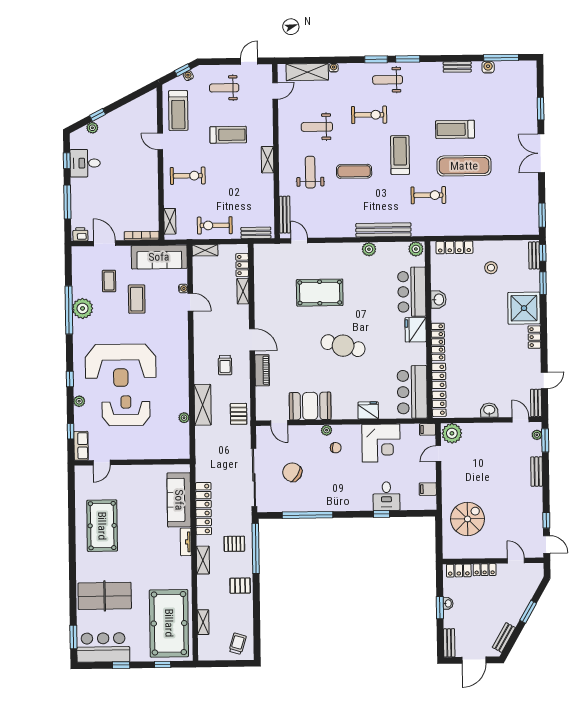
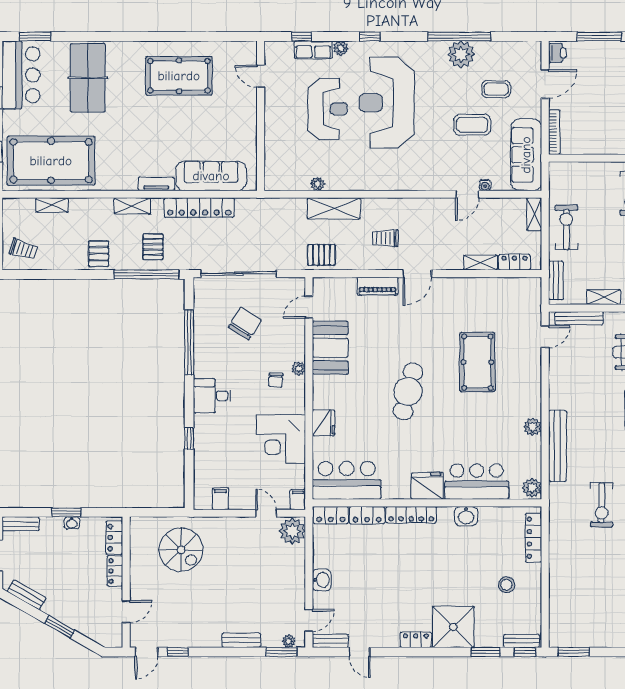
shelving: (170, 221) -> (604, 297), moved
row of seats: (81, 446) -> (313, 50), moved
desk: (386, 496) -> (212, 396), moved

